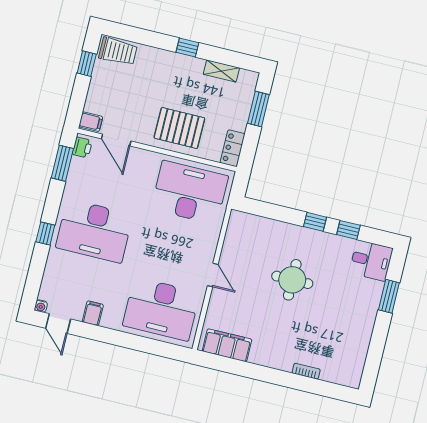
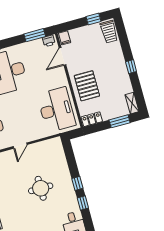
shelving: (221, 71) -> (132, 103), moved

